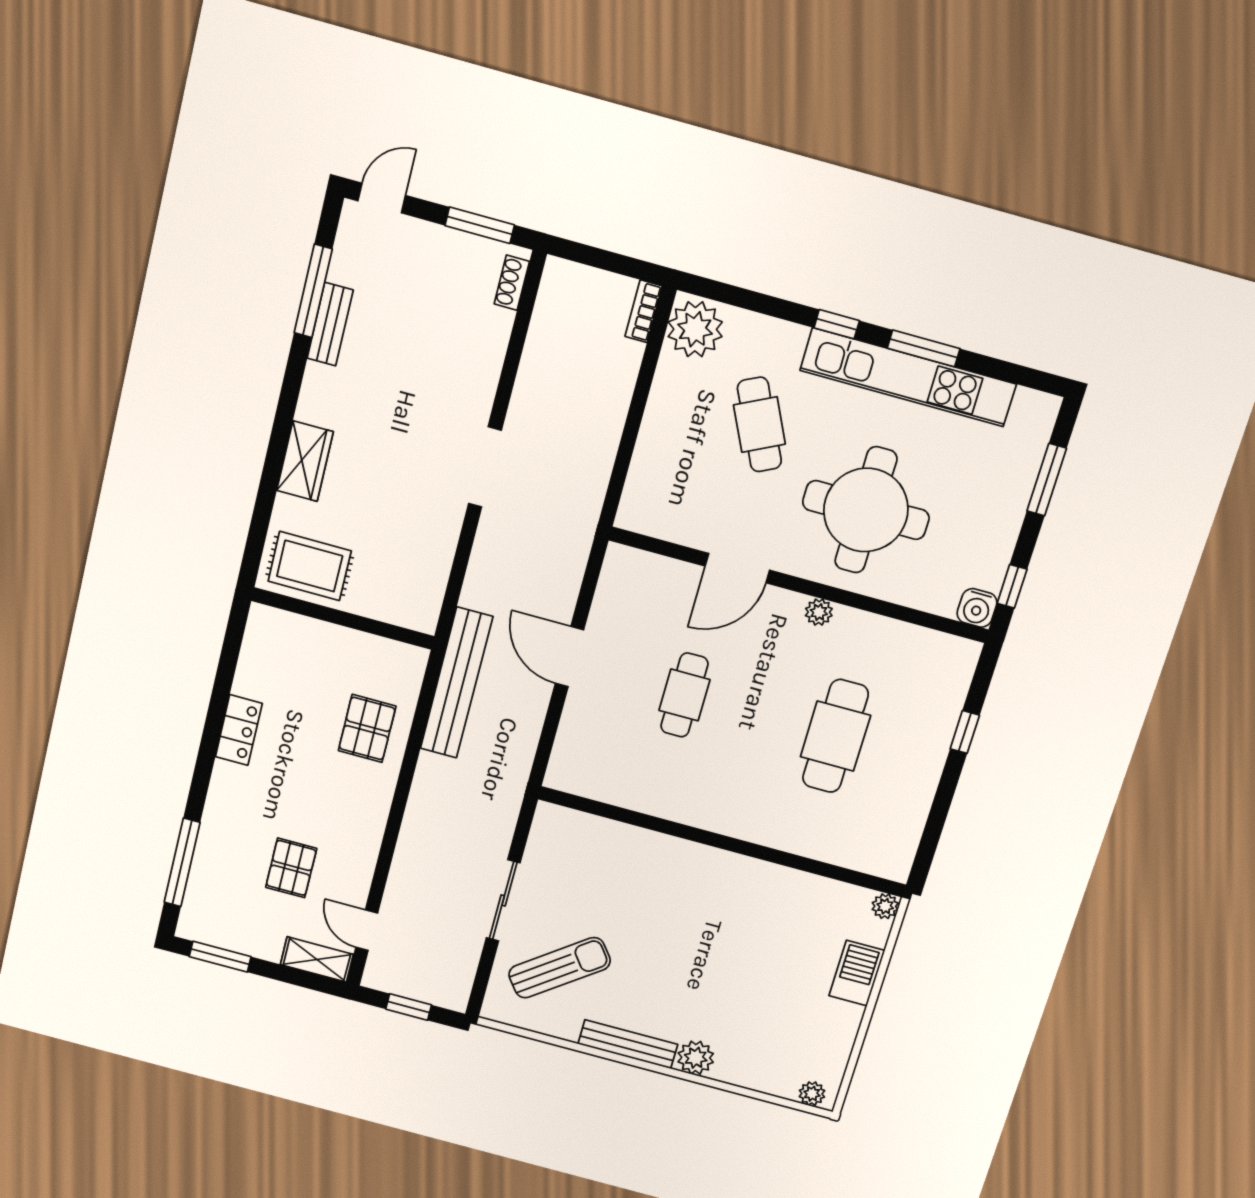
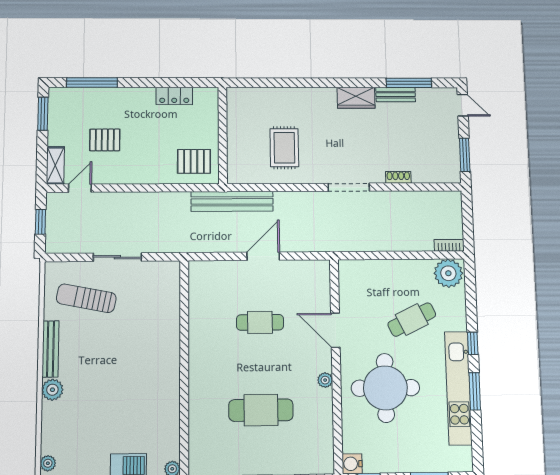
shoe rack: (512, 283) -> (398, 177), moved
wardrobe: (305, 461) -> (356, 98), moved
rug: (310, 566) -> (284, 148), moved
wall: (343, 618) -> (223, 135), moved
sun lounger: (559, 968) -> (86, 298), turned 138

